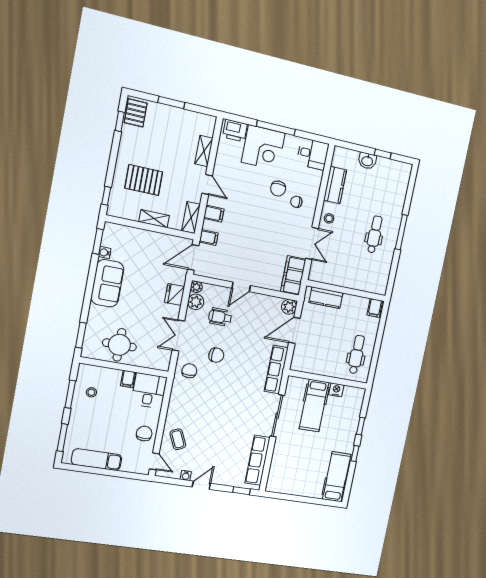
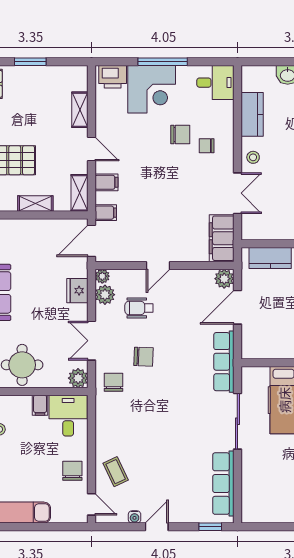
chair: (278, 189) -> (180, 135), turned -90
plant: (162, 363) -> (78, 378), added

